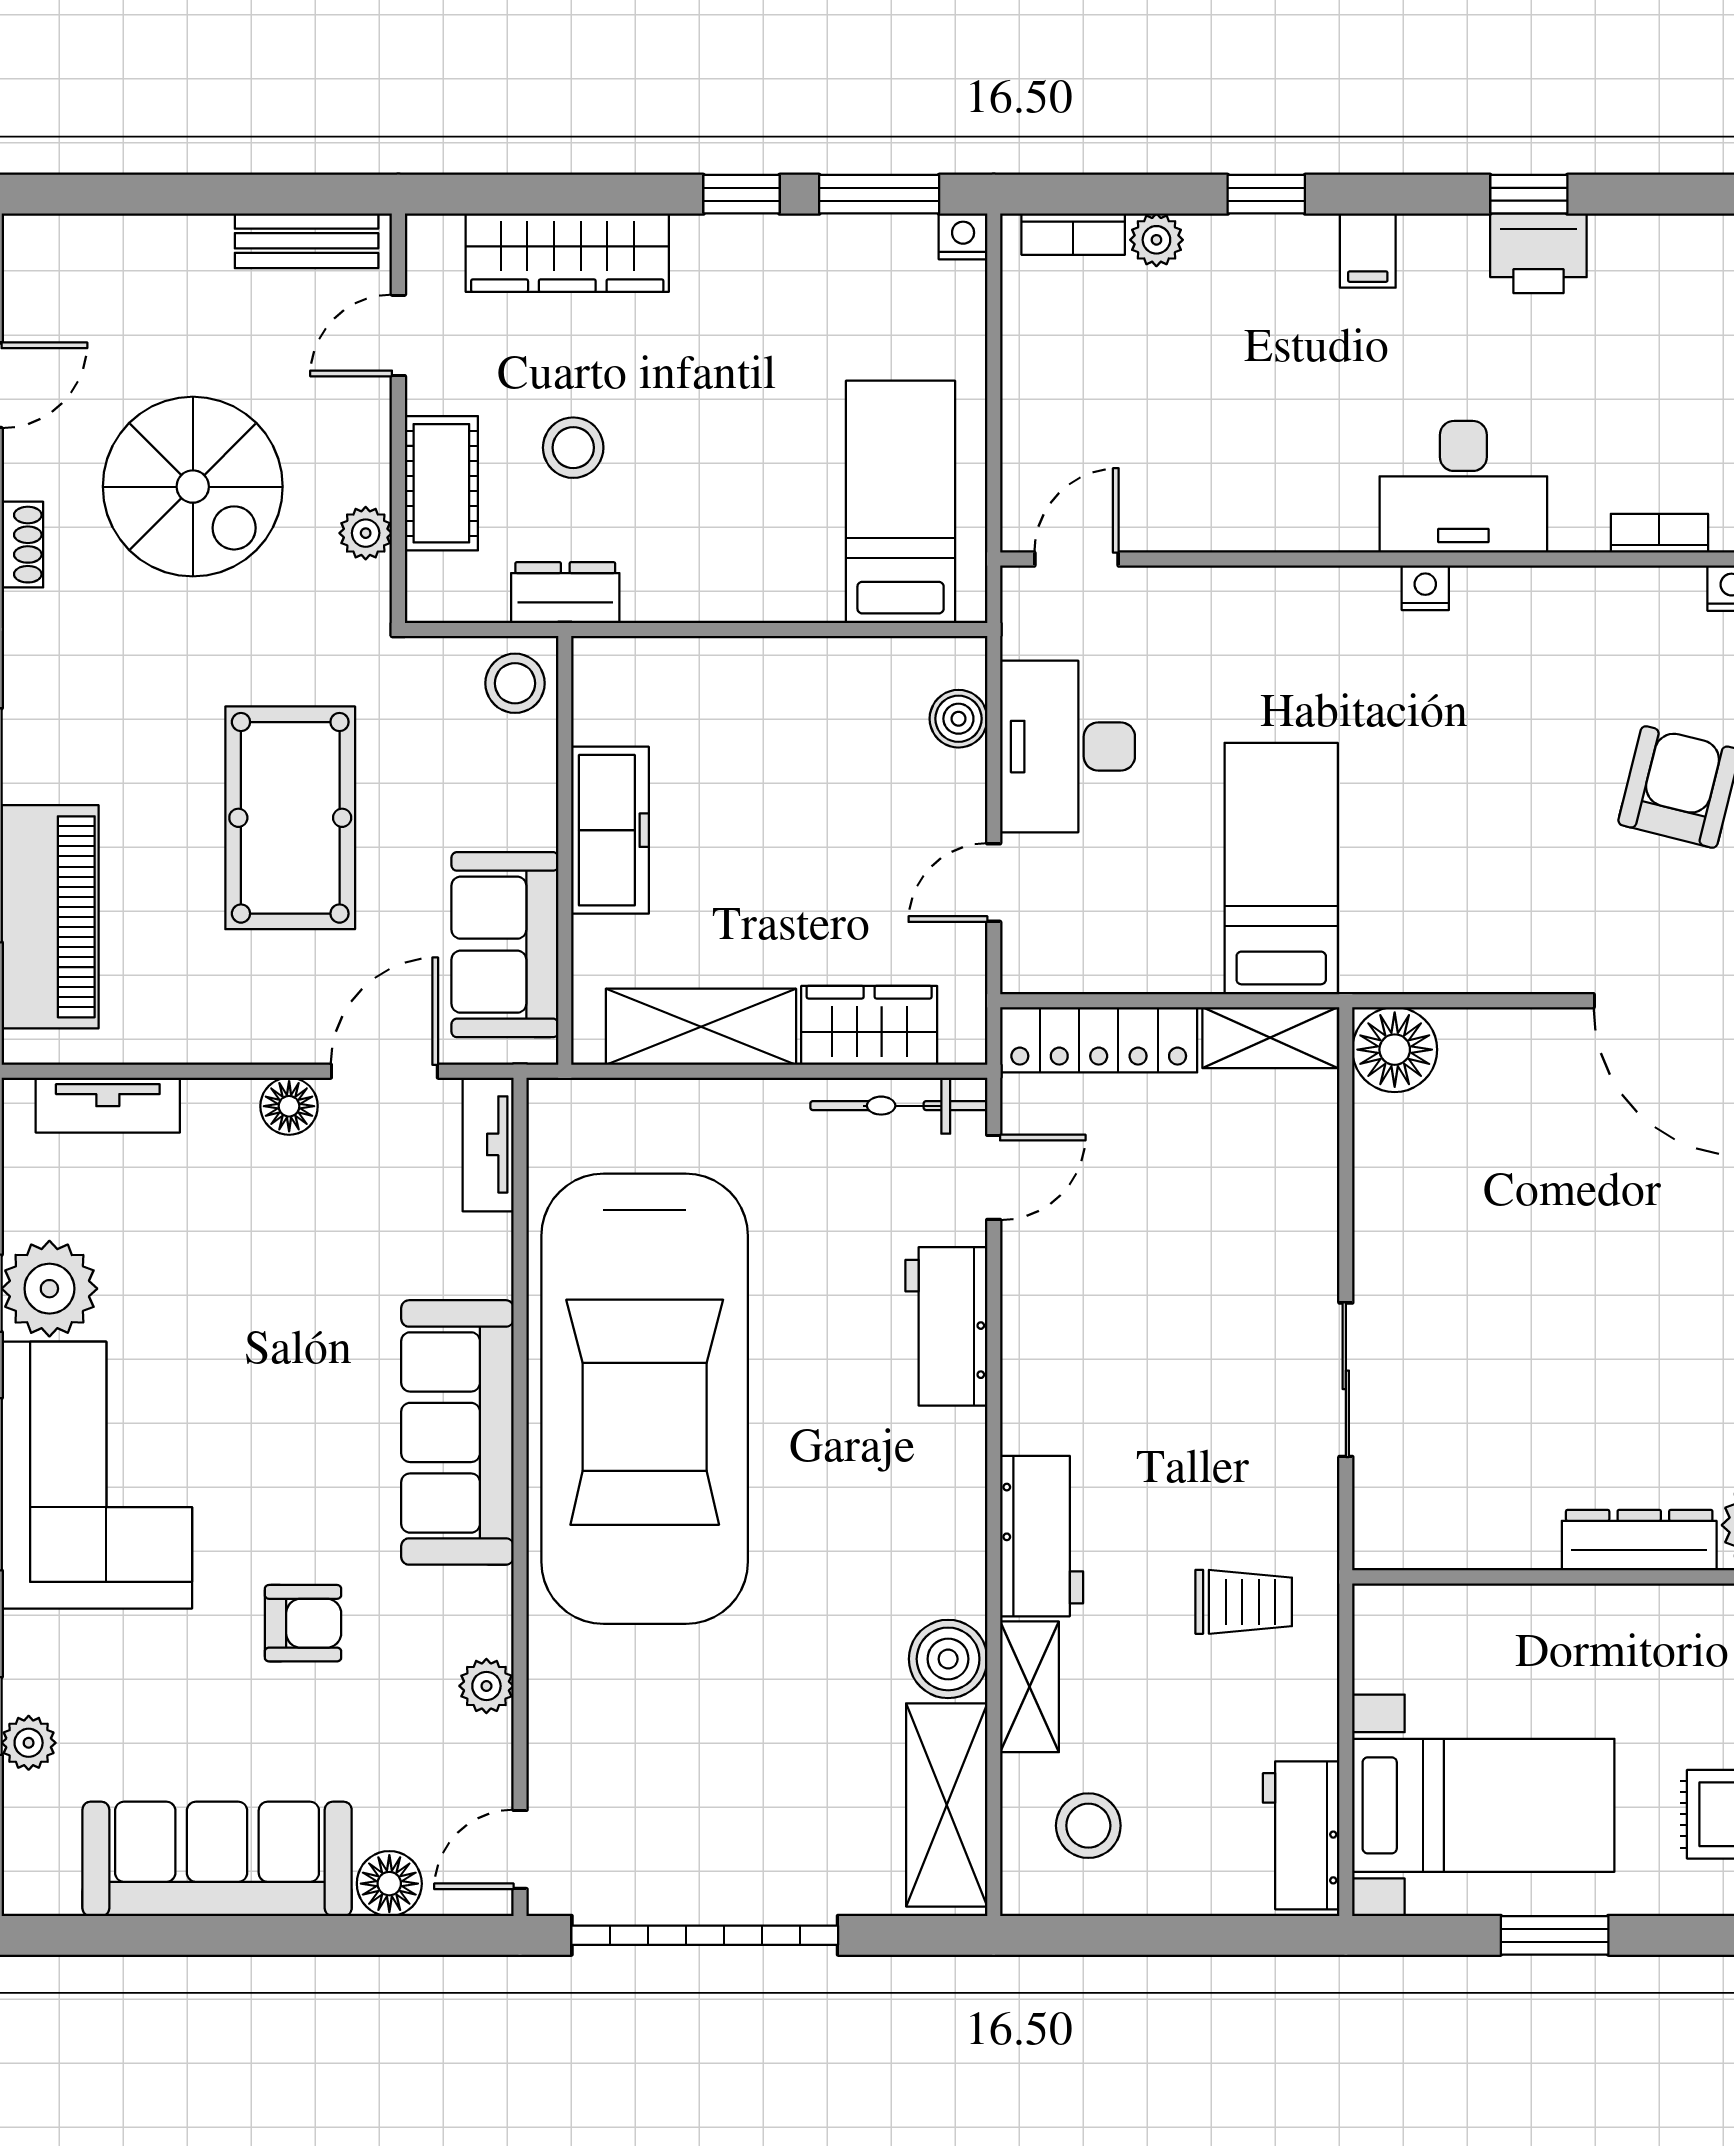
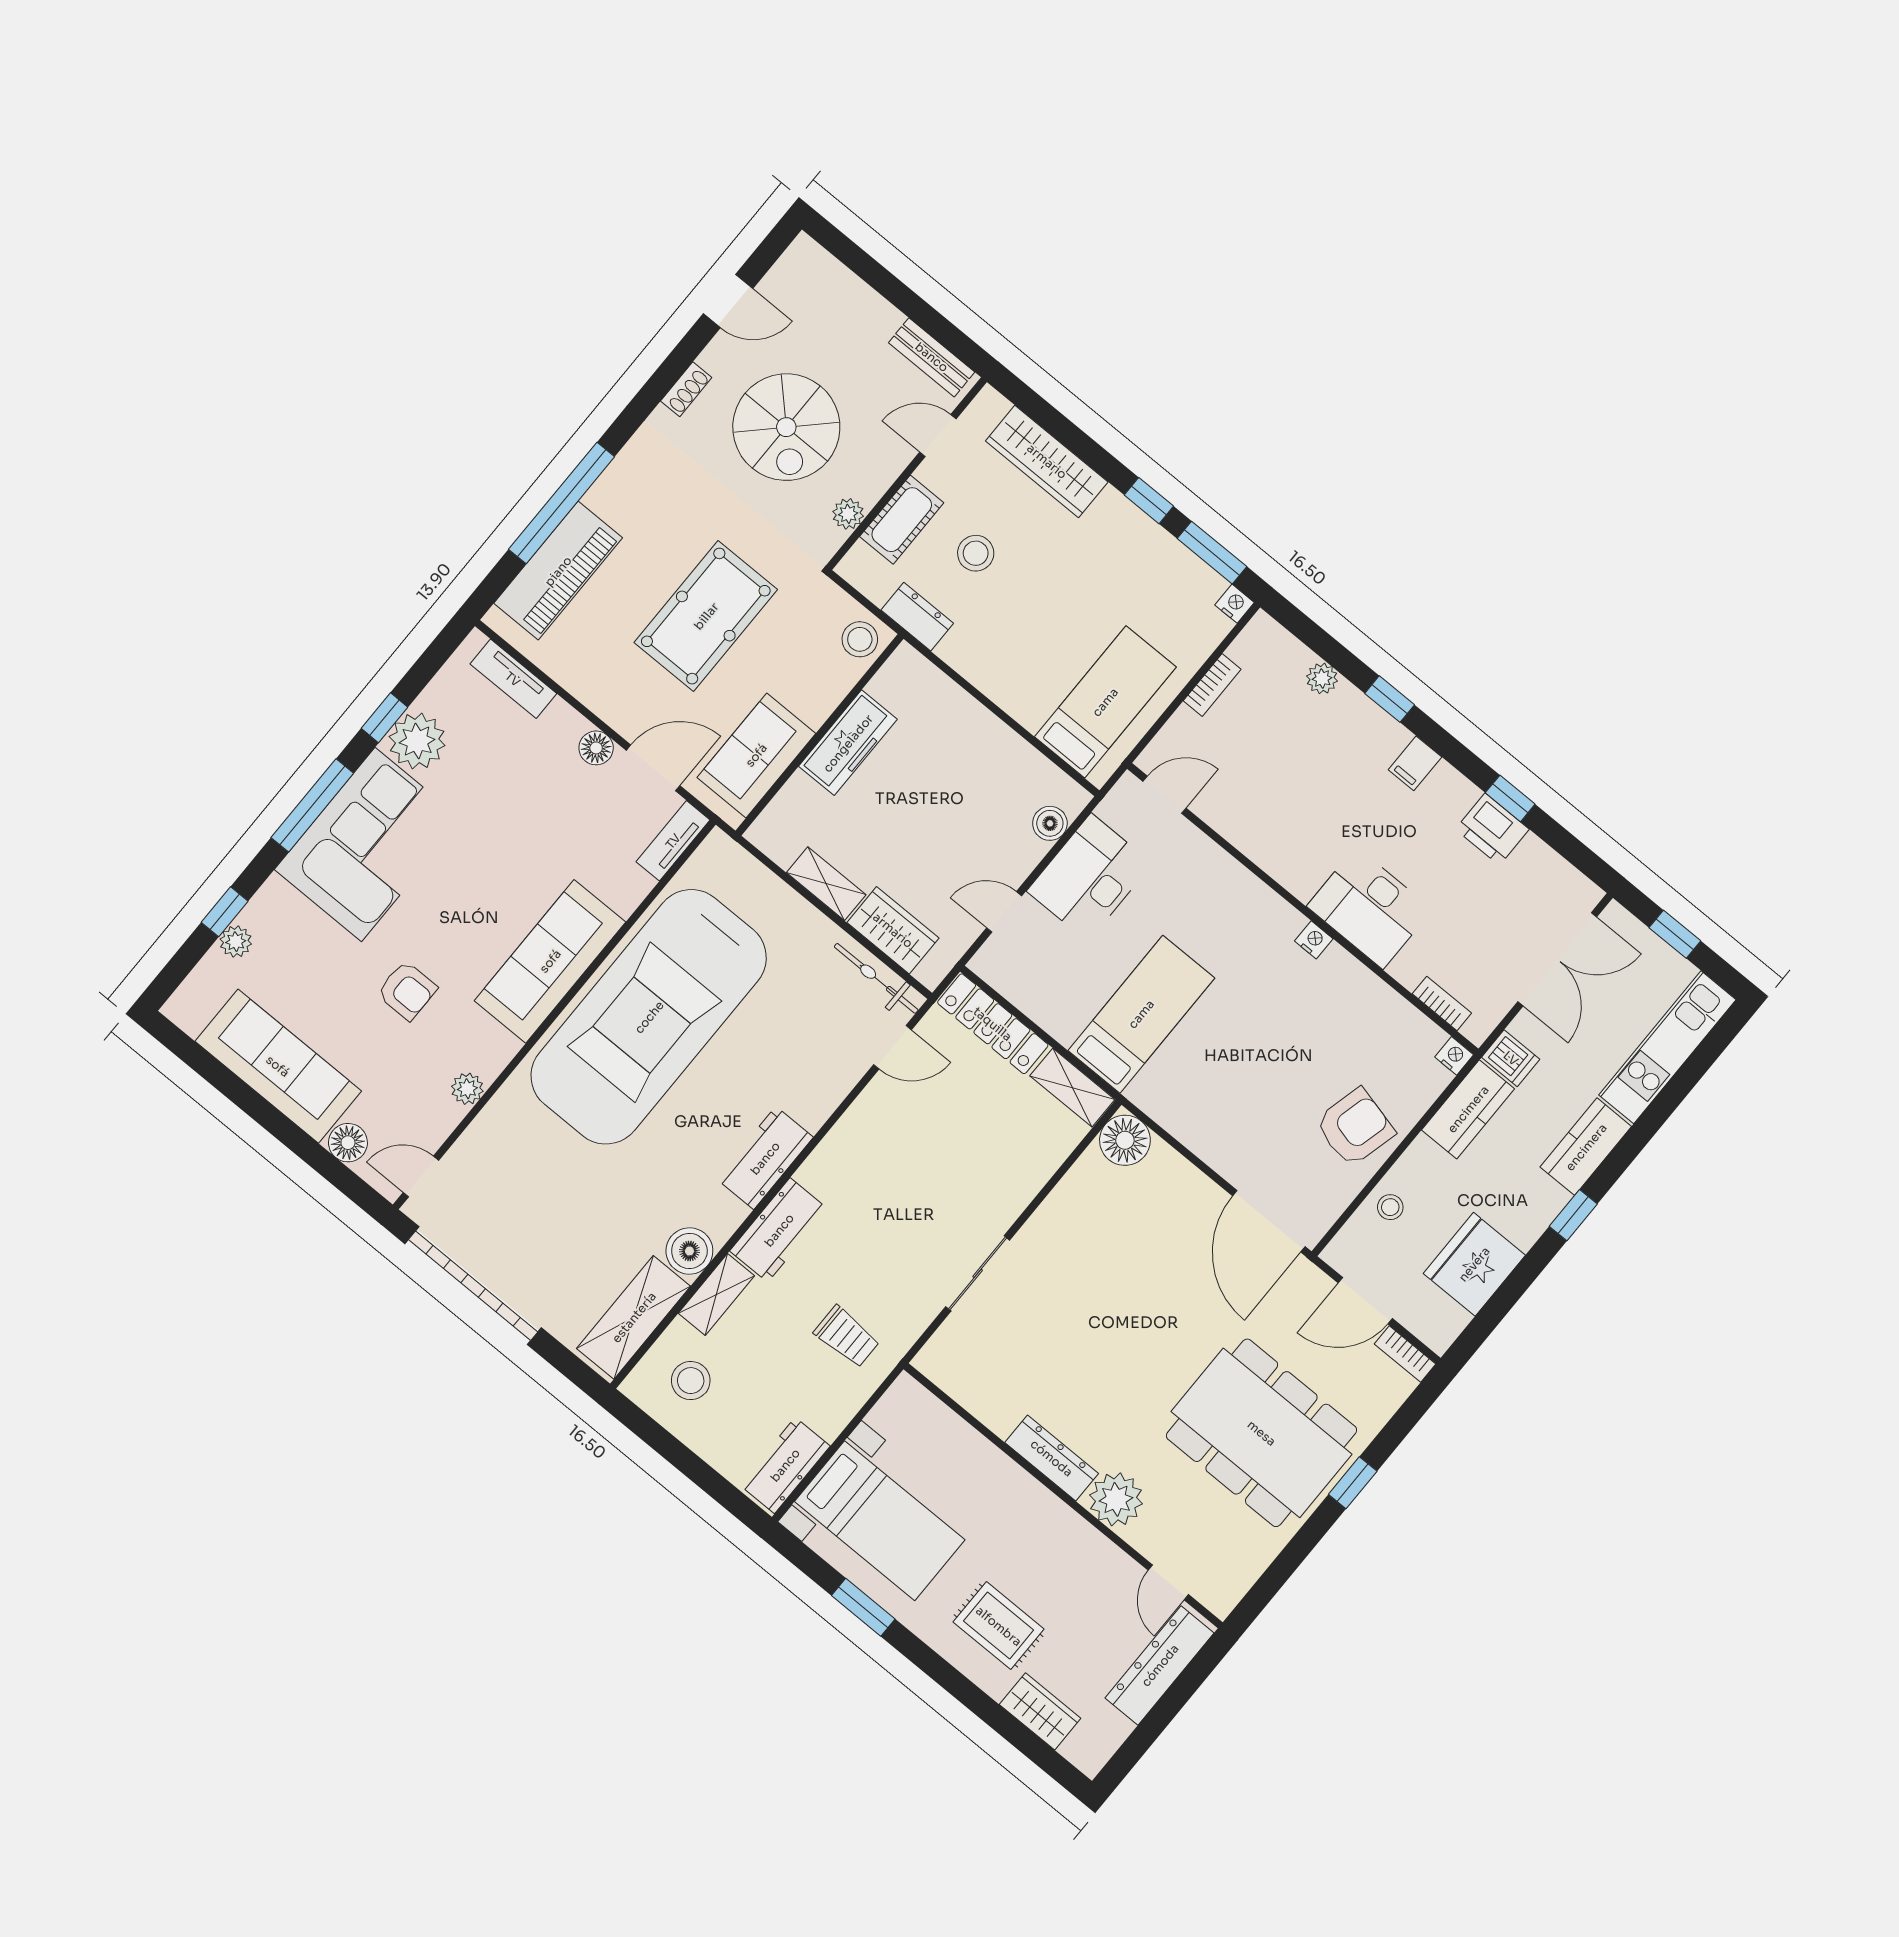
bookcase: (1073, 234) -> (1212, 685), moved, turned -90
shelving: (701, 1027) -> (826, 884), width x0.67, depth x0.75
workbench: (946, 1326) -> (765, 1158), moved

